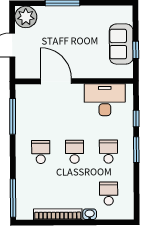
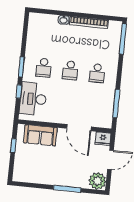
sofa: (121, 44) -> (40, 135), moved, turned 90
fridge: (25, 71) -> (103, 139), added
desk: (105, 100) -> (33, 99), moved, turned 90
school desk: (109, 194) -> (47, 34), removed

